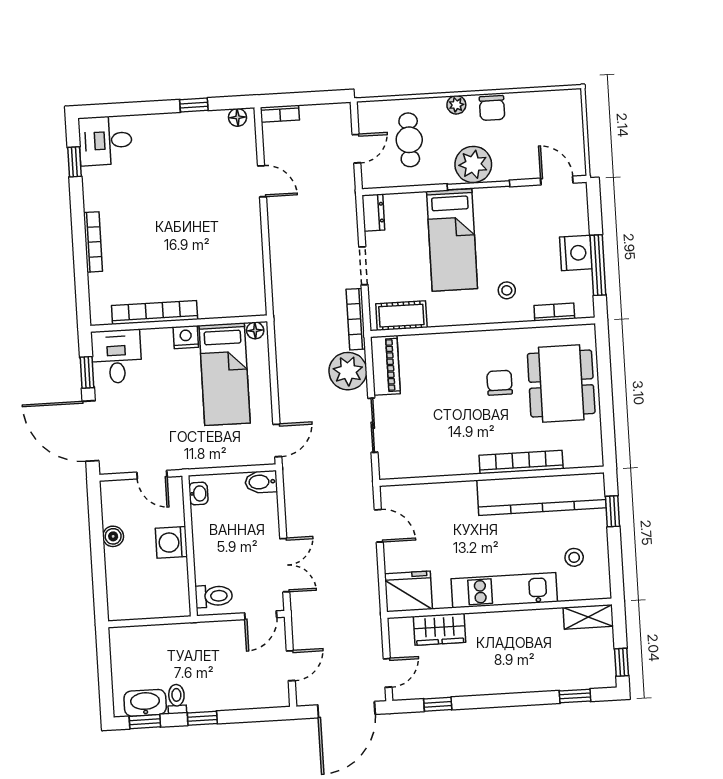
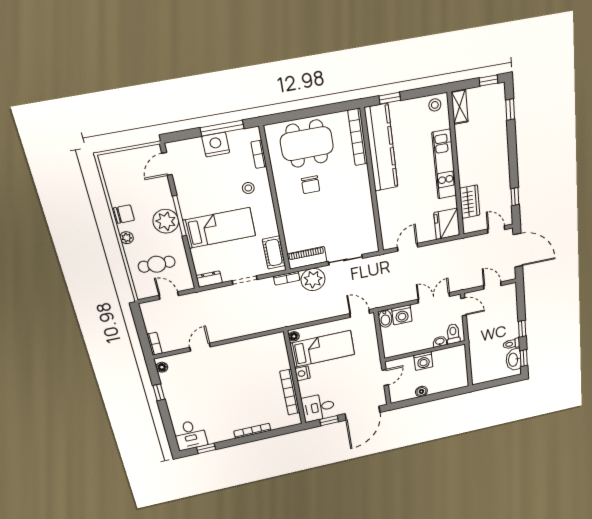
bookcase: (356, 319) -> (287, 278), width x0.64
chair: (500, 383) -> (311, 185), turned -90
bookcase: (521, 462) -> (358, 137), moved
washbasin: (198, 493) -> (440, 342), moved
washing machine: (263, 510) -> (402, 315), added
stool: (574, 557) -> (435, 105), moved

